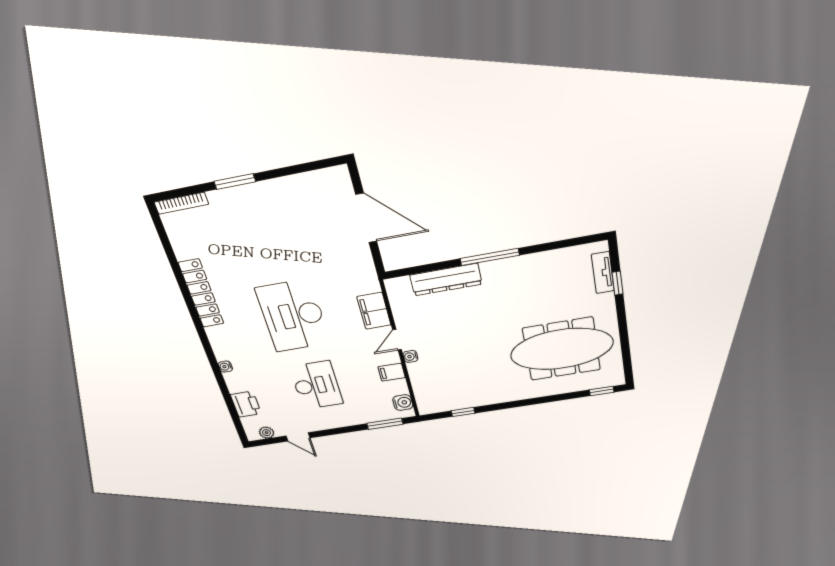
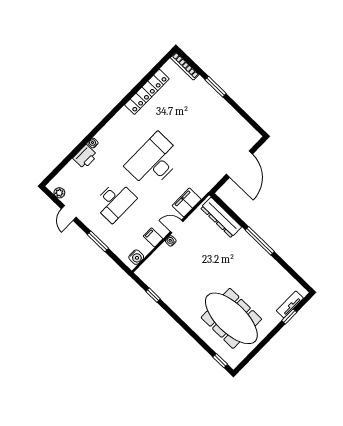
dresser: (446, 280) -> (221, 217), moved
locker: (201, 293) -> (147, 92), moved
printer: (246, 404) -> (85, 157), moved
window: (385, 424) -> (98, 241), moved

